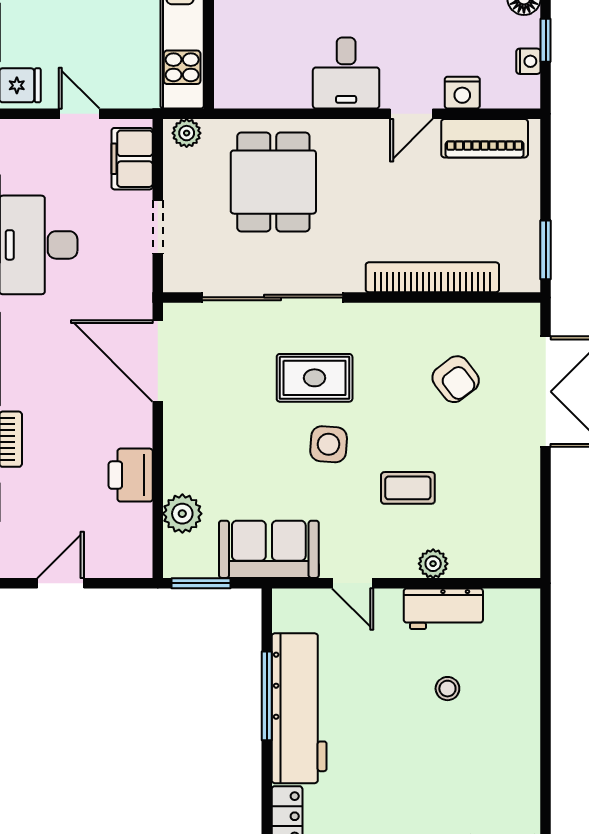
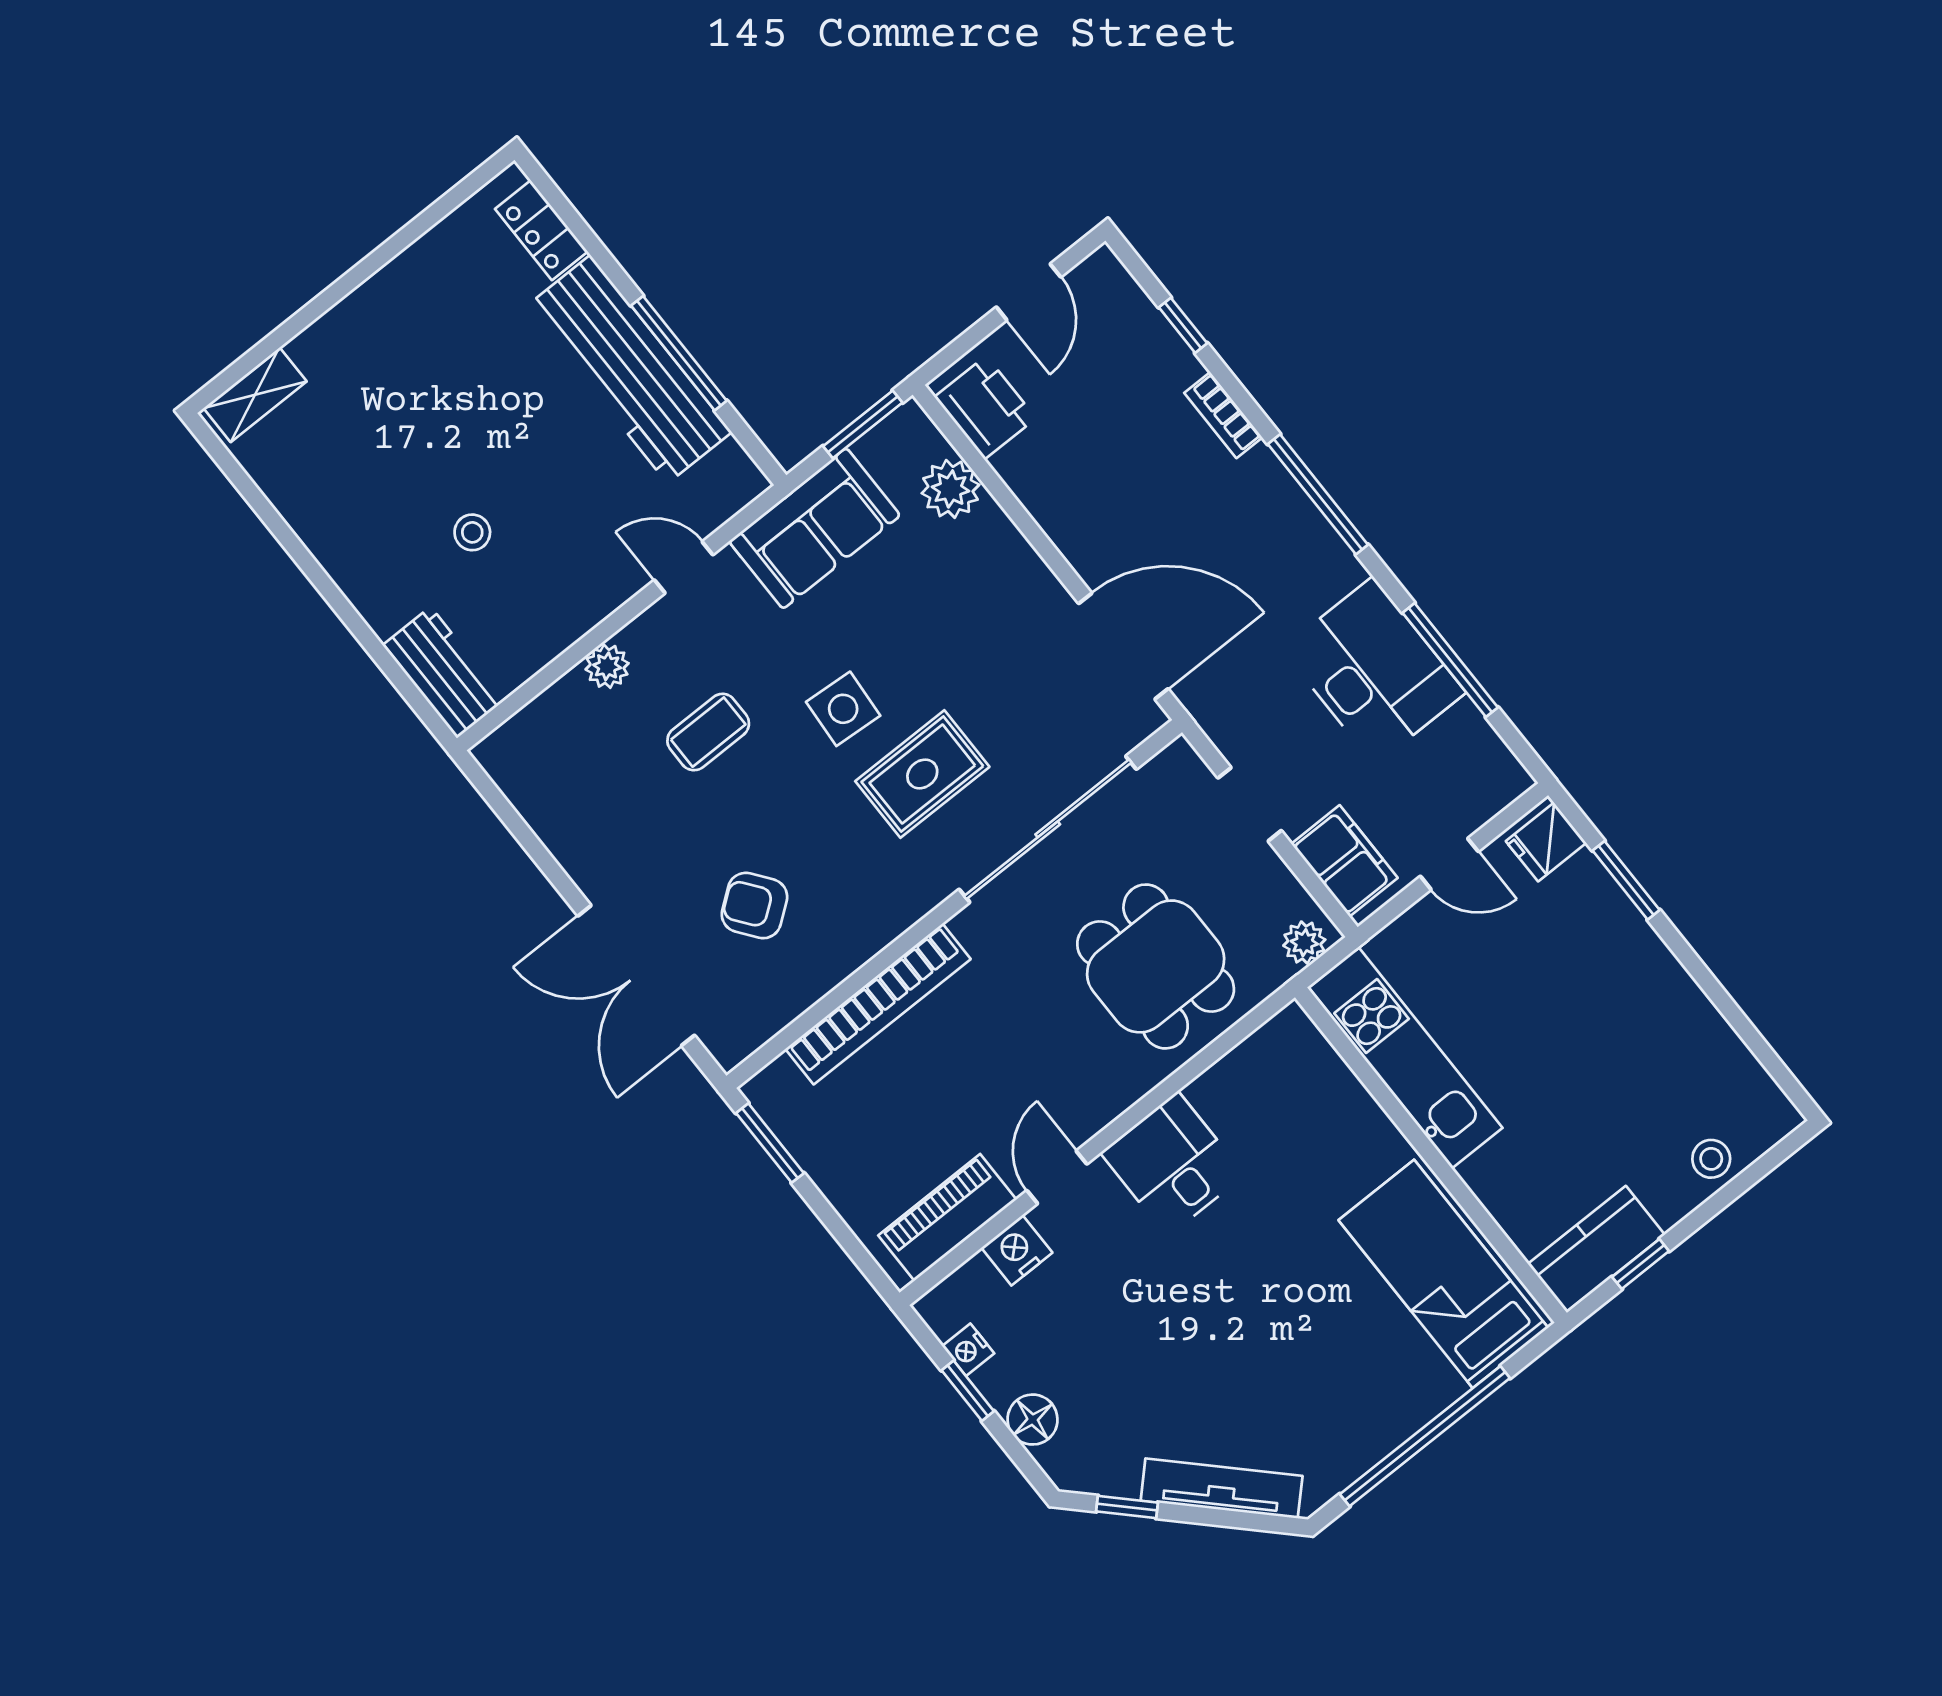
printer: (131, 475) -> (985, 408), moved
workbench: (443, 609) -> (444, 672), moved, turned 90

